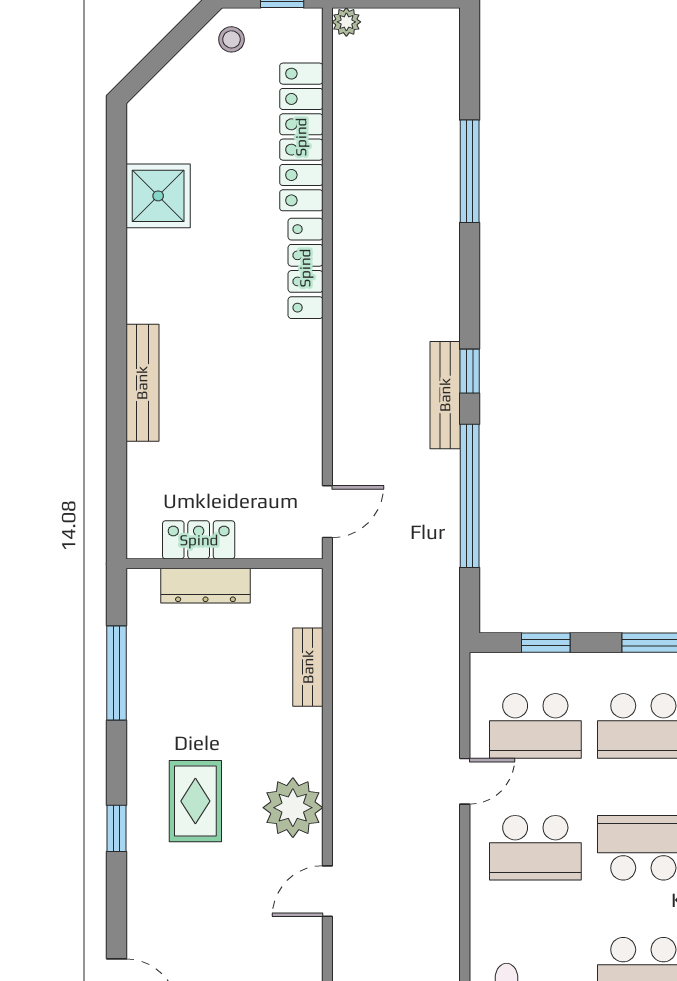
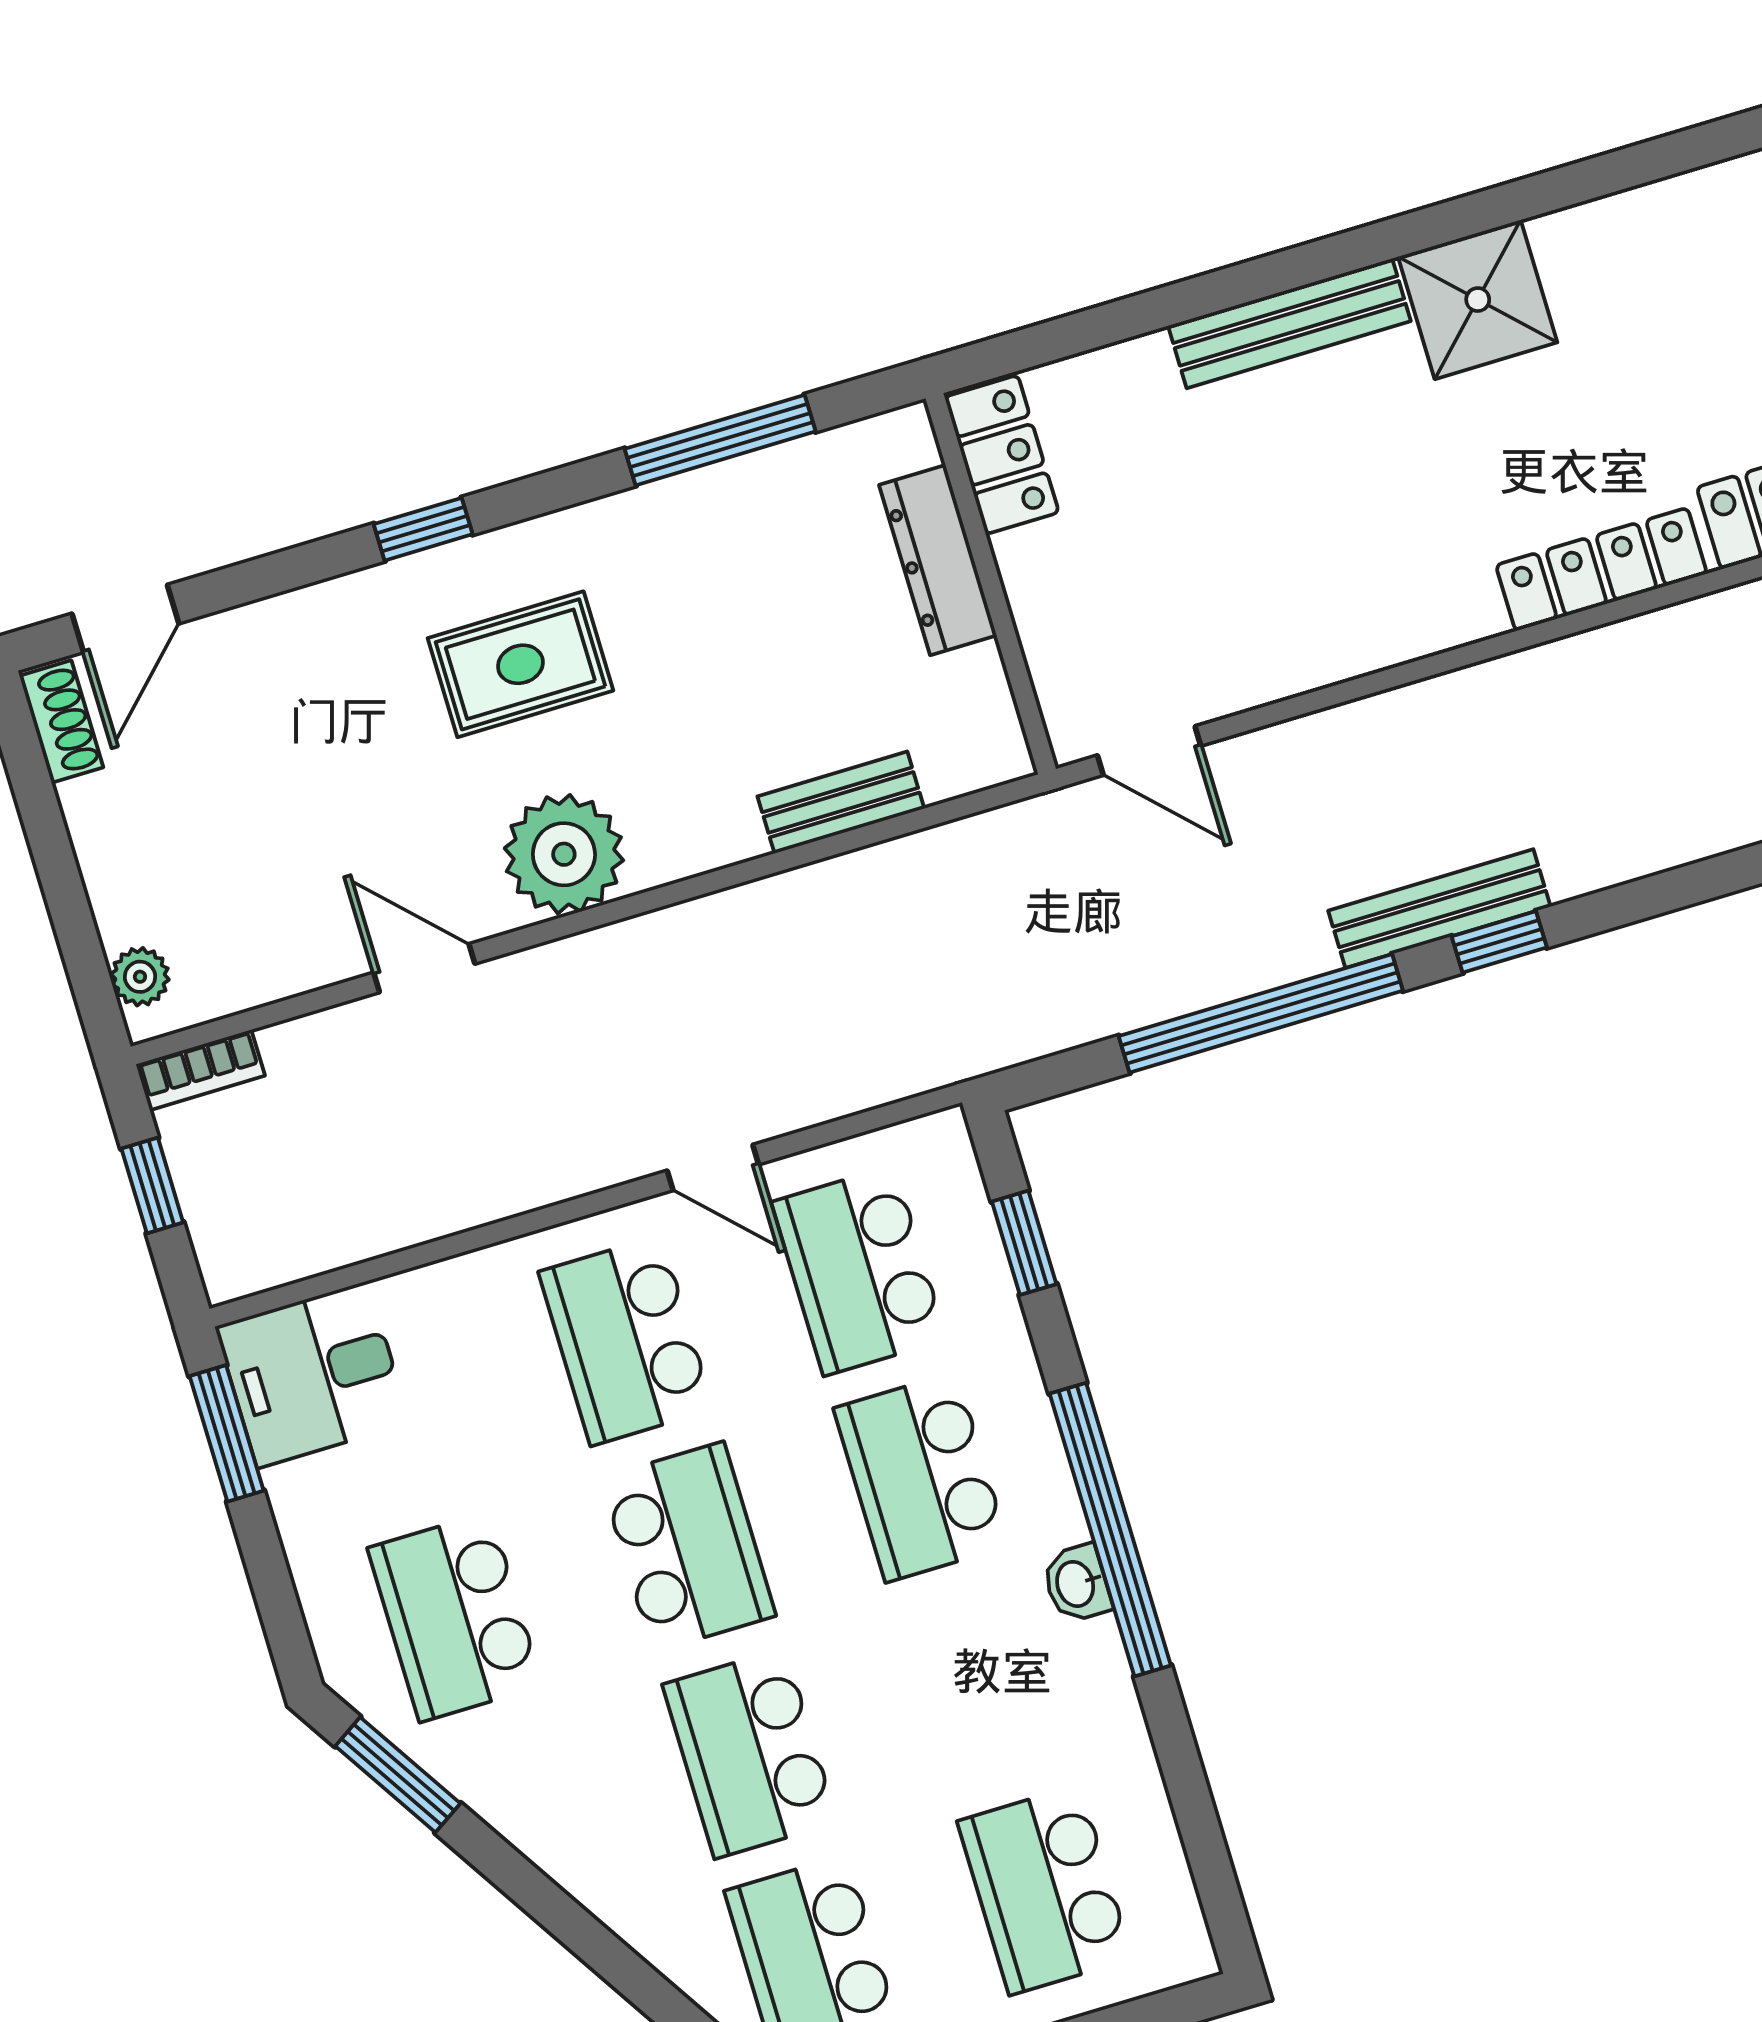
shower: (158, 196) -> (1478, 300), moved
locker: (199, 540) -> (1002, 455), moved

